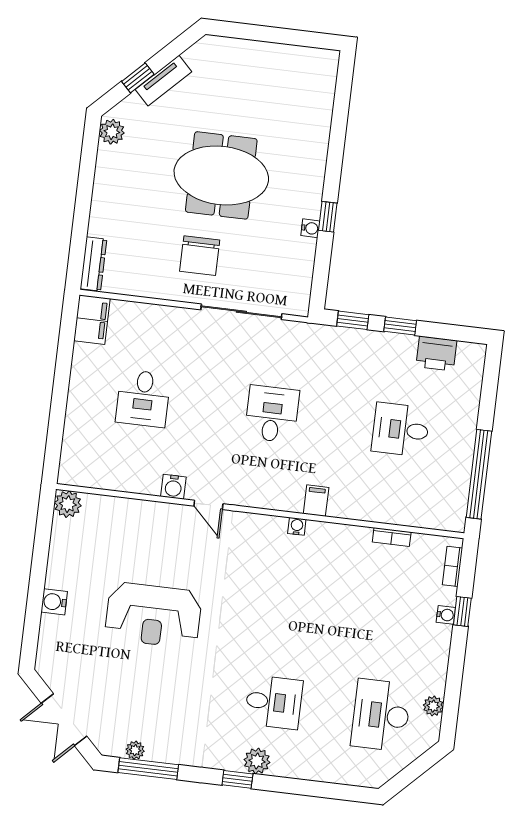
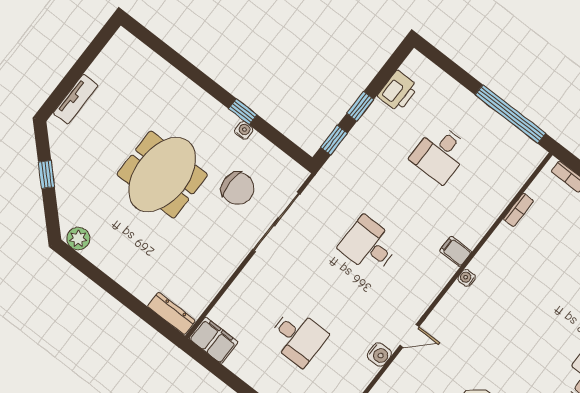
window: (138, 78) -> (46, 174), moved
tv unit: (163, 81) -> (76, 99), moved, turned 45
chair: (200, 256) -> (238, 188), moved

